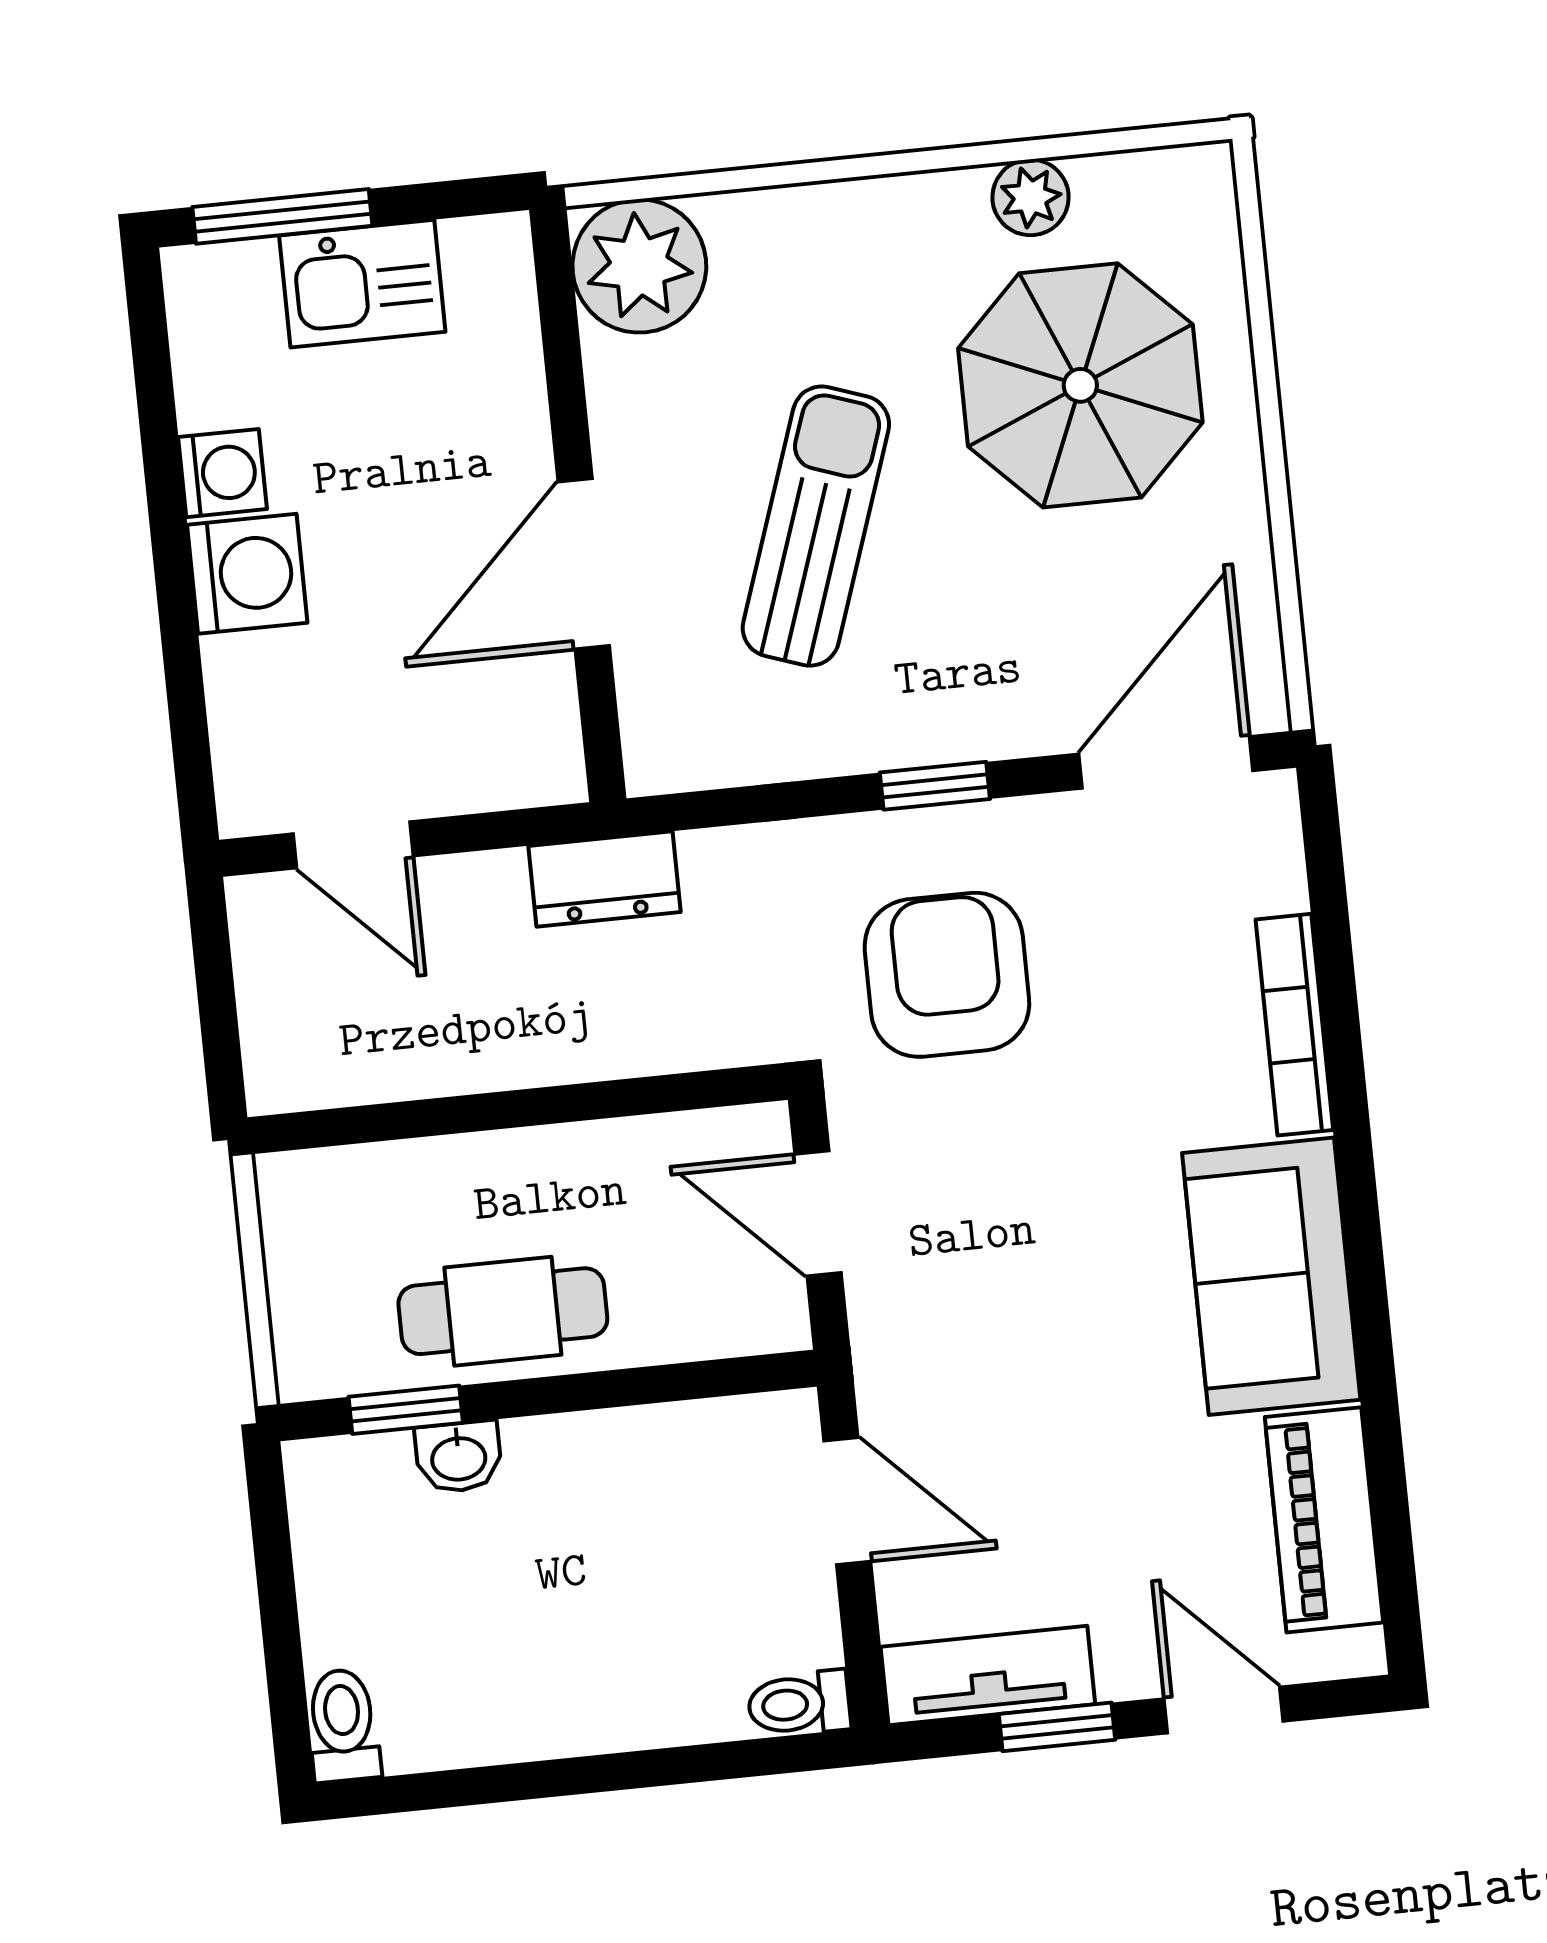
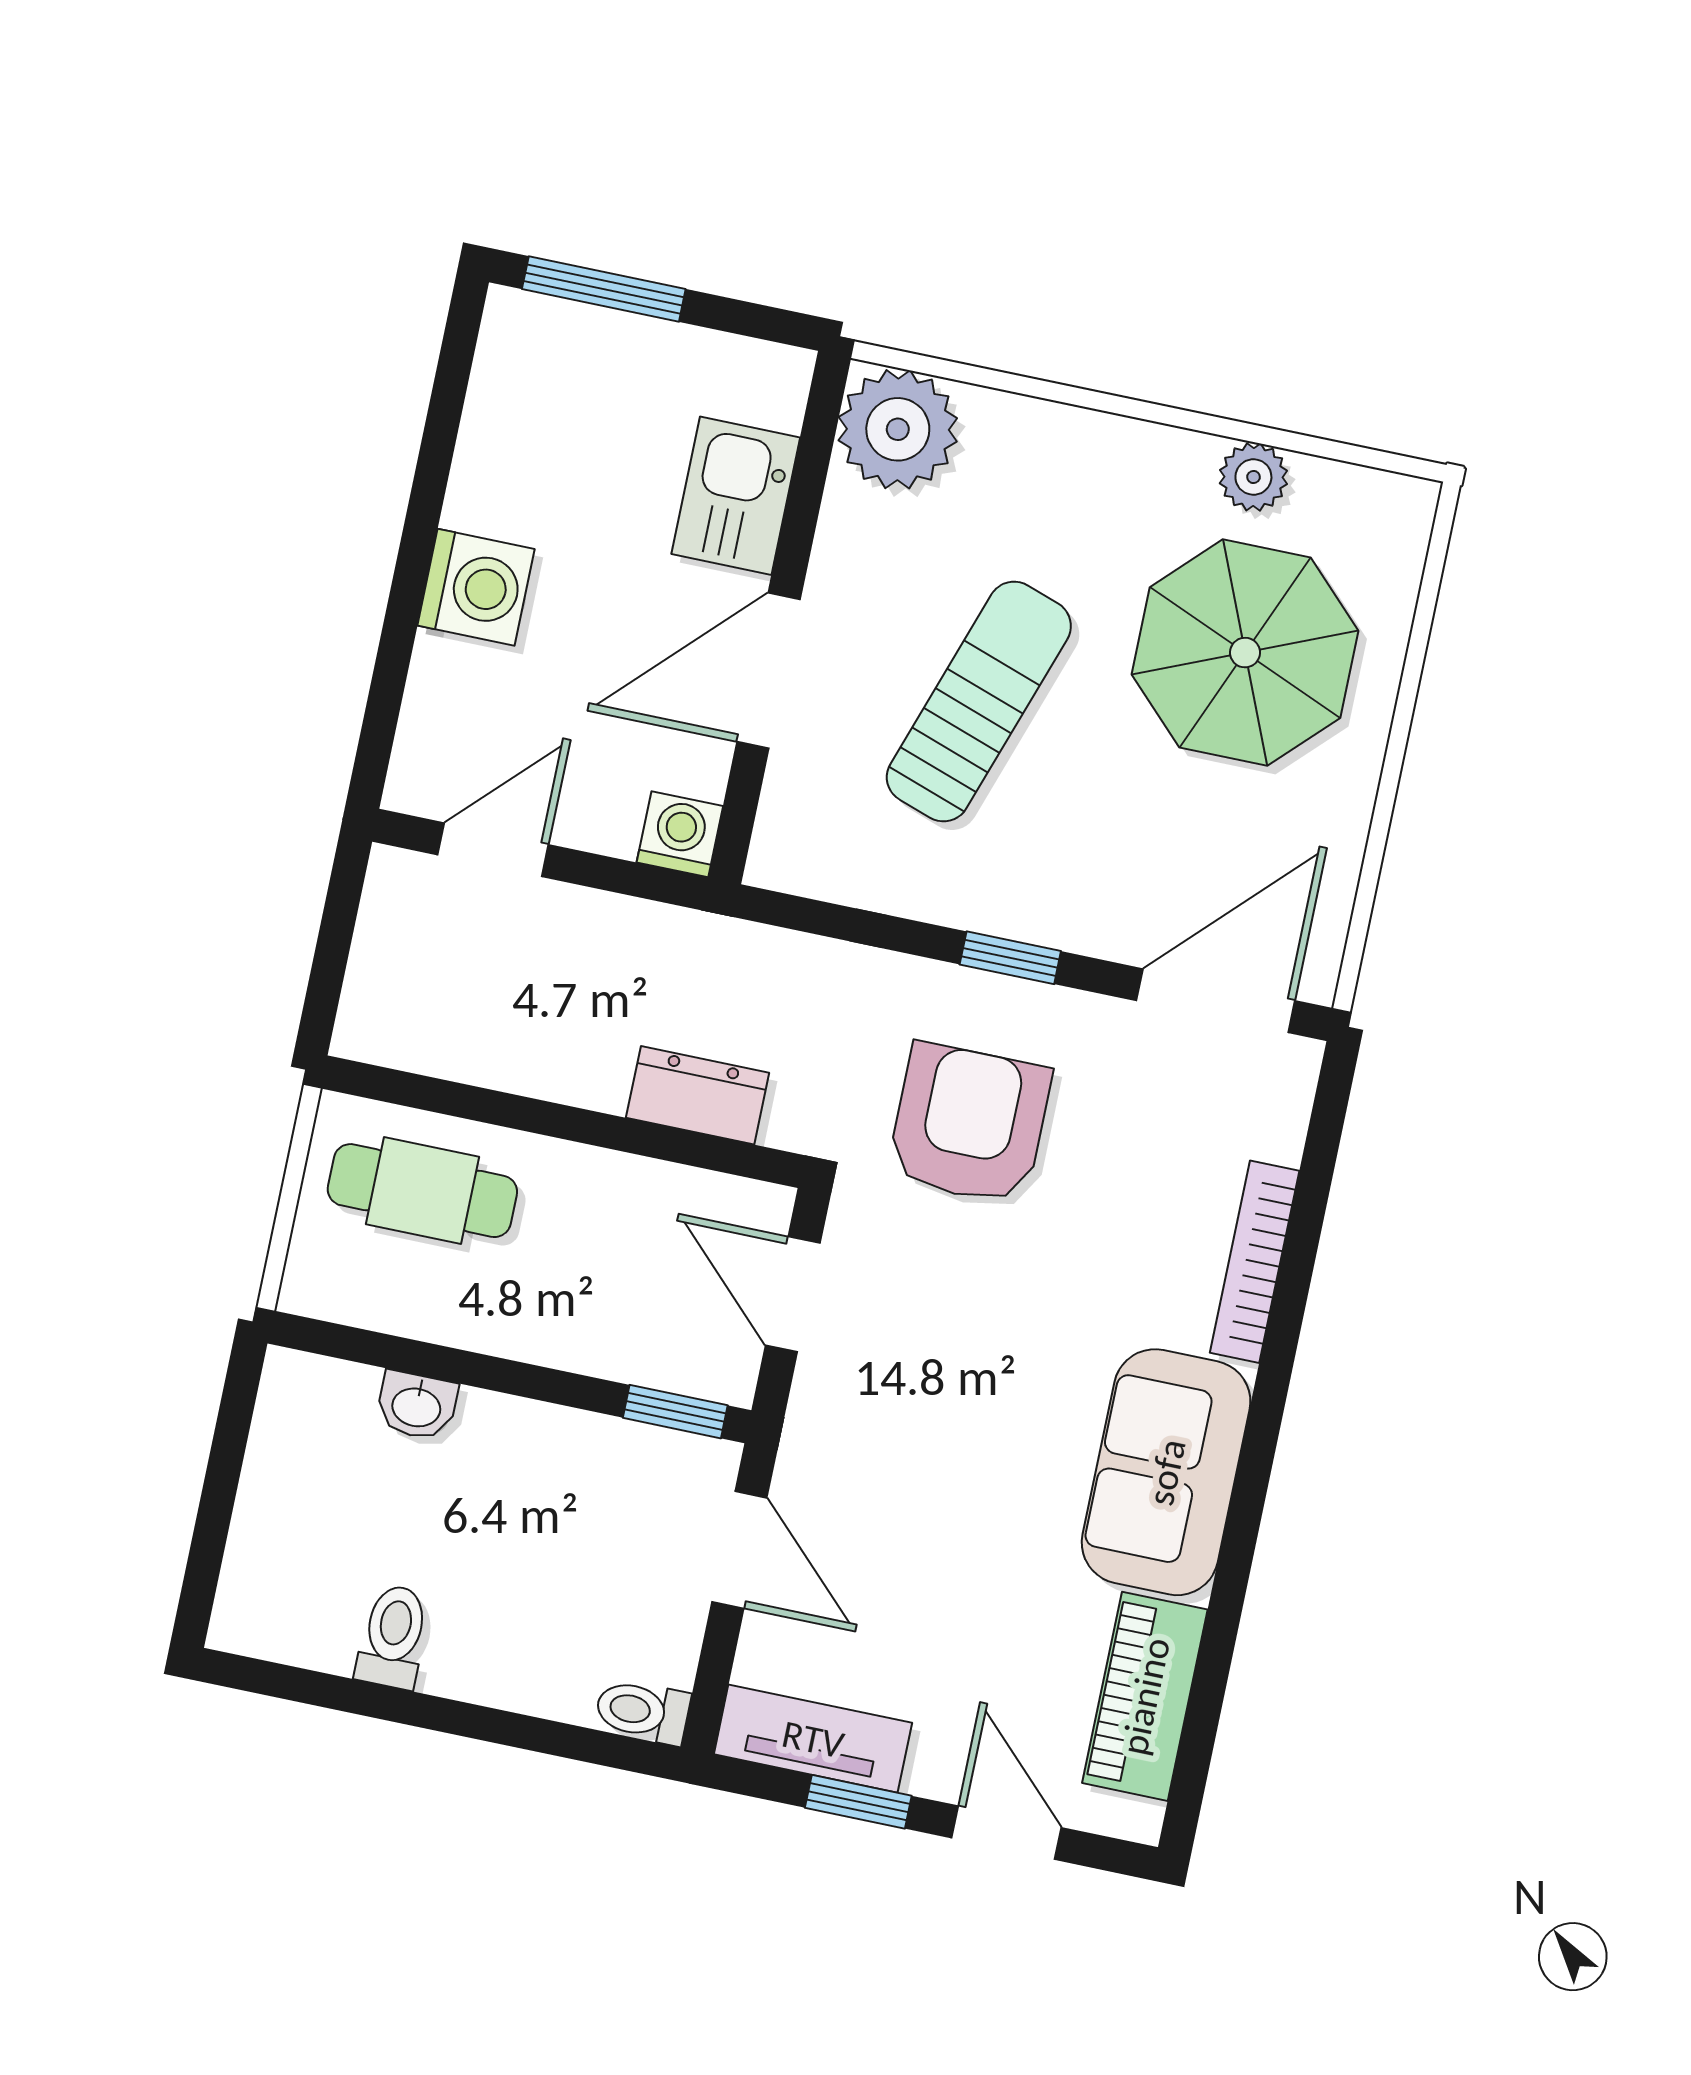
kitchen sink: (362, 284) -> (736, 496), moved, turned 90
washing machine: (222, 473) -> (680, 834), moved, turned -90
door: (353, 845) -> (493, 850), swing flipped
dresser: (604, 879) -> (698, 1095), moved, turned 180
cafe table: (503, 1311) -> (422, 1191), moved
window: (406, 1410) -> (675, 1412), moved
toilet: (343, 1725) -> (393, 1637), moved

